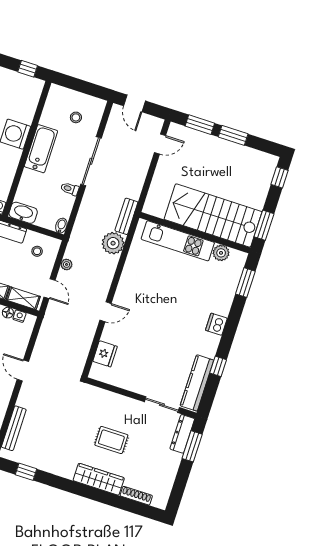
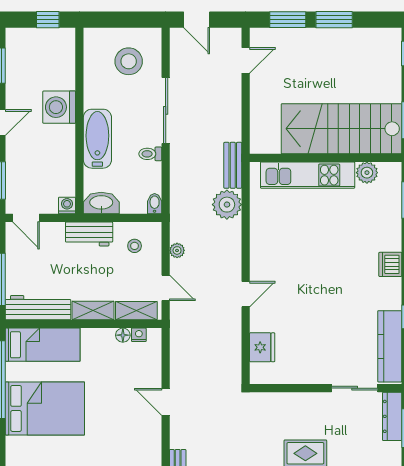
stool: (76, 117) -> (129, 61), width x1.89, depth x1.89
bathtub: (41, 149) -> (97, 139), moved

